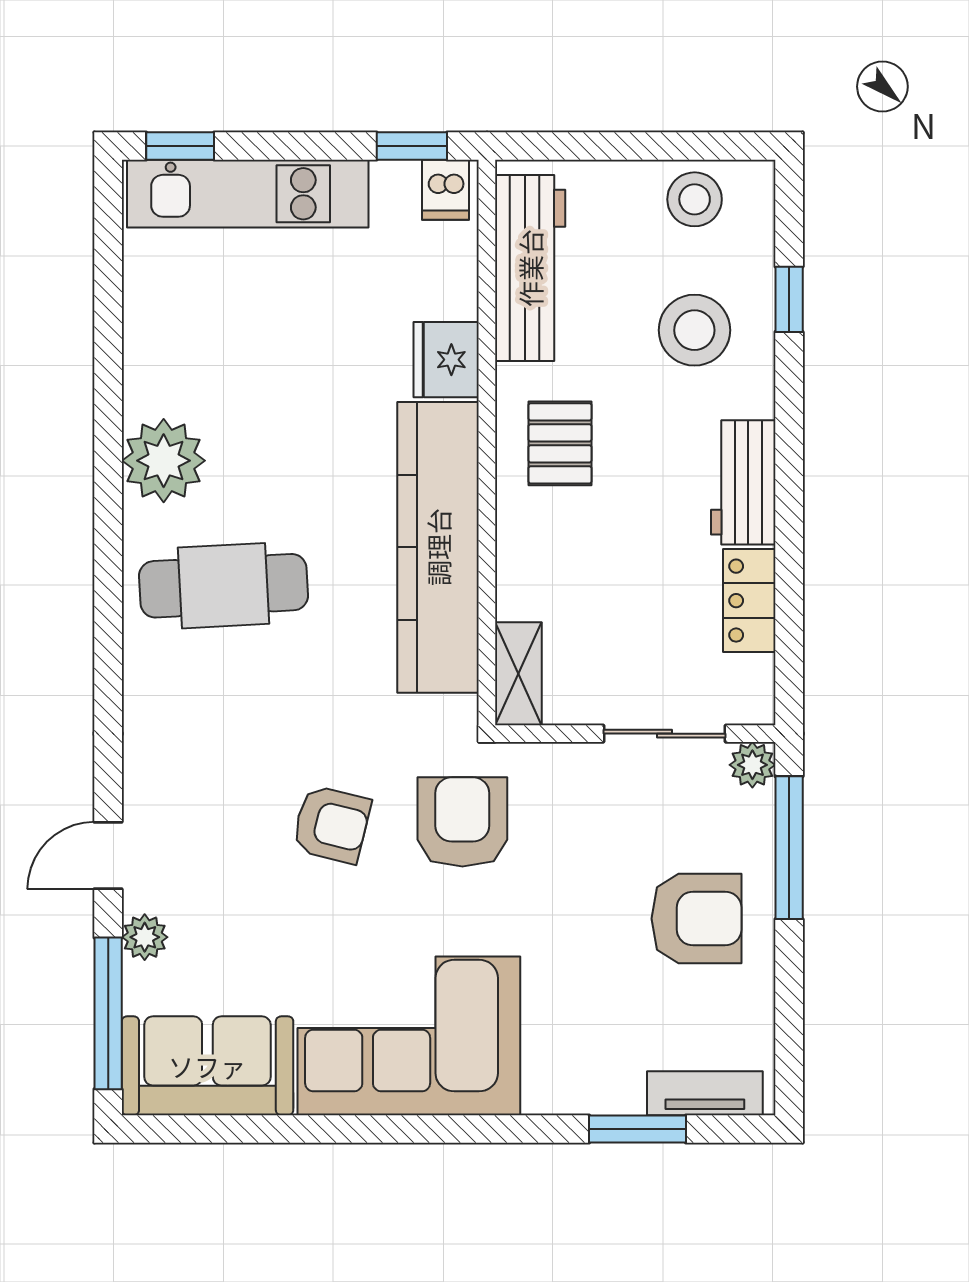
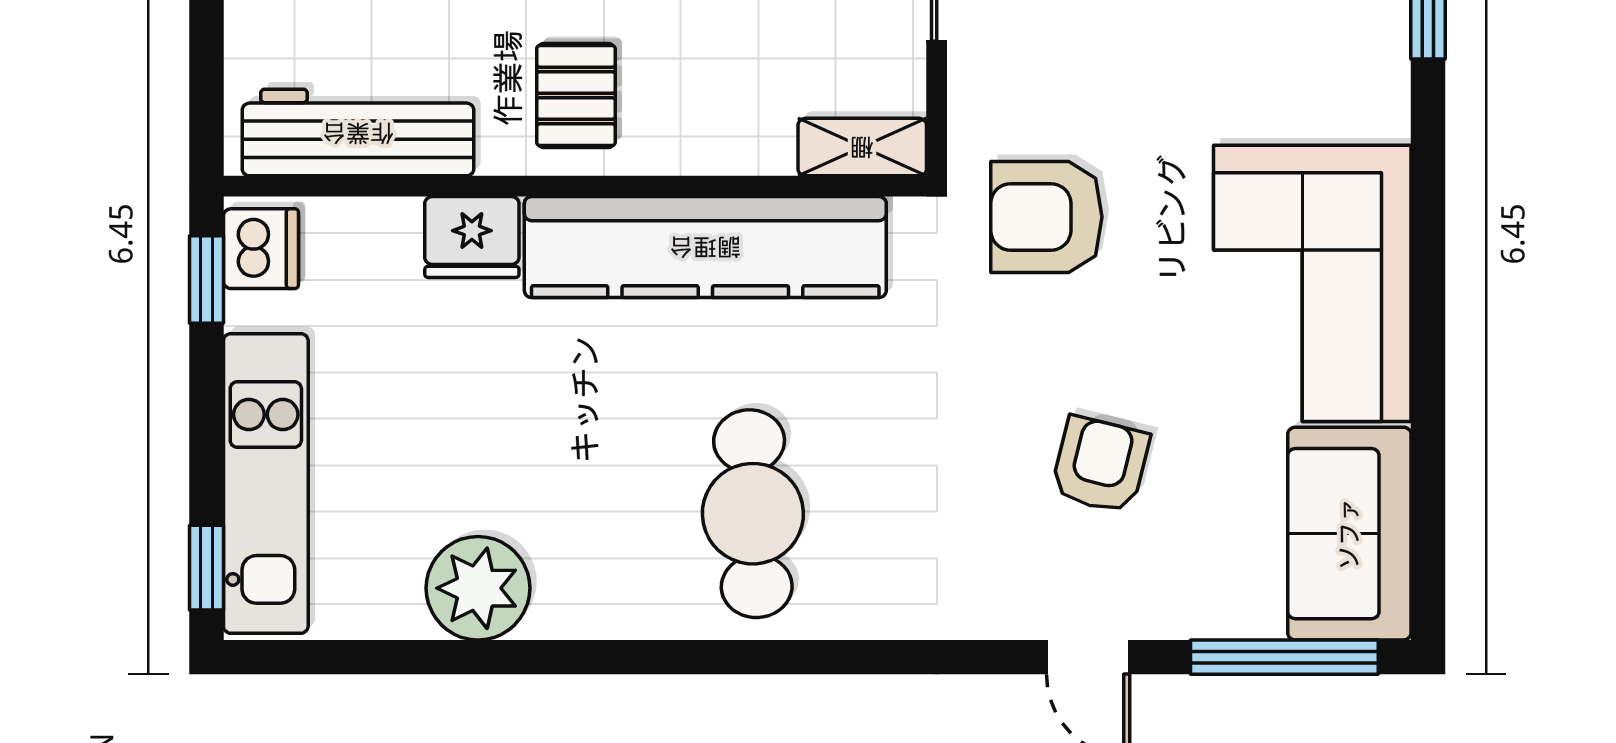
dishwasher: (446, 190) -> (261, 249), width x1.38
pallet: (560, 443) -> (576, 96), turned 90
plant: (164, 461) -> (478, 588), moved
armchair: (331, 824) -> (1100, 465), moved
plant: (145, 937) -> (1190, 612), removed

